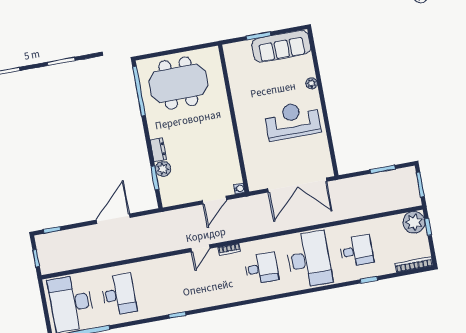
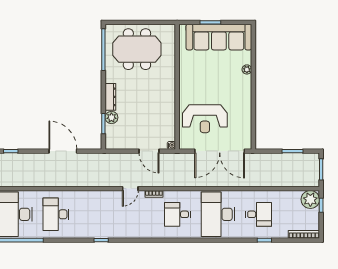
sofa: (281, 46) -> (219, 37), width x1.36, depth x1.27
reception desk: (292, 121) -> (205, 119), moved, turned 180
dresser: (158, 150) -> (110, 97), width x1.44
door: (214, 200) -> (149, 151), hinge flipped
door: (113, 219) -> (63, 151), hinge flipped
desk: (309, 260) -> (218, 214), turned 180
desk: (261, 268) -> (178, 214), turned 180
desk: (119, 294) -> (56, 214), turned 180

